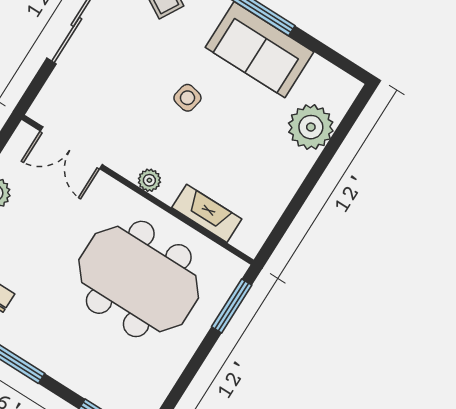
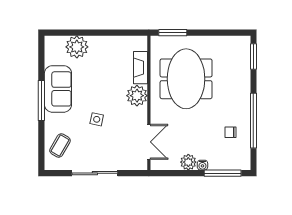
side table: (187, 98) -> (97, 119), moved
plant: (149, 180) -> (137, 96), width x1.88, depth x1.88

